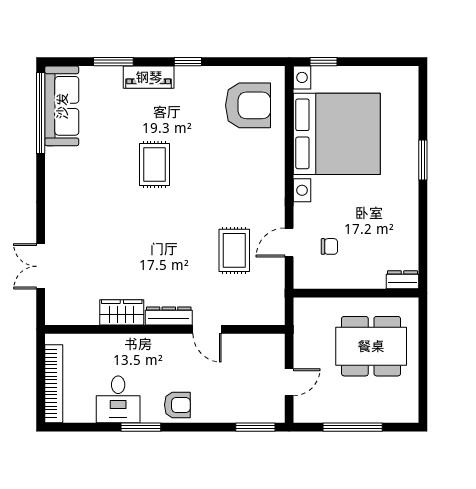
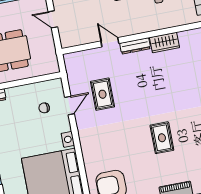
door: (289, 382) -> (53, 19), hinge flipped

